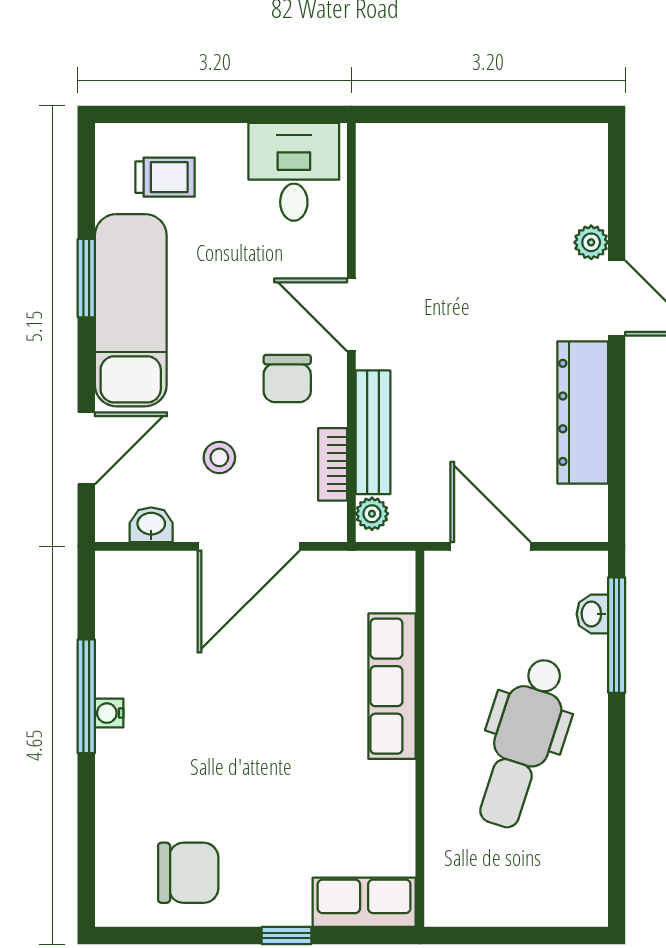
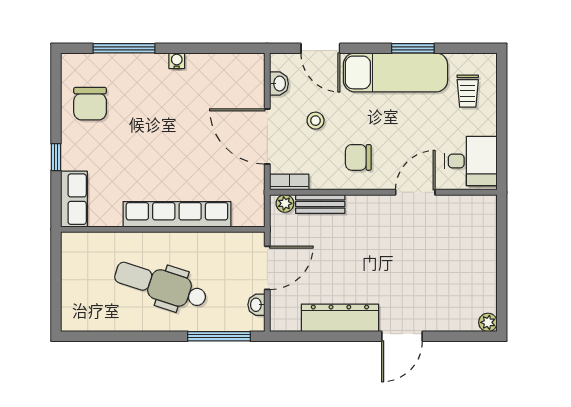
plant: (591, 242) -> (488, 322), moved
door: (351, 315) -> (415, 192), moved
bench: (373, 432) -> (320, 204), width x0.73
bookcase: (333, 464) -> (289, 182), moved
washbasin: (592, 614) -> (256, 305), moved, turned -90
row of seats: (392, 686) -> (177, 214), width x1.36
window: (86, 696) -> (124, 48), moved

